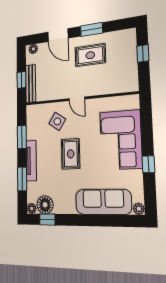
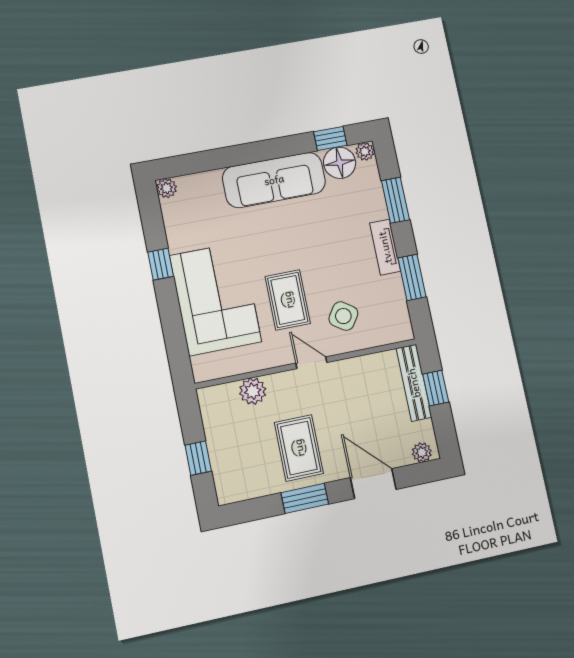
rug: (90, 55) -> (299, 448), turned 90
plant: (109, 87) -> (253, 391), added
rug: (71, 154) -> (288, 300), moved
tv unit: (31, 161) -> (385, 247), width x0.71
sofa: (103, 202) -> (274, 180), moved

